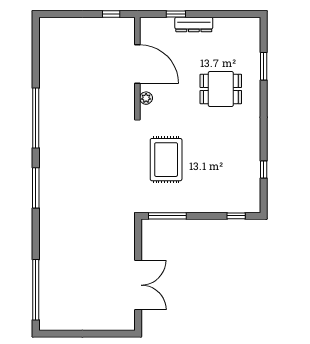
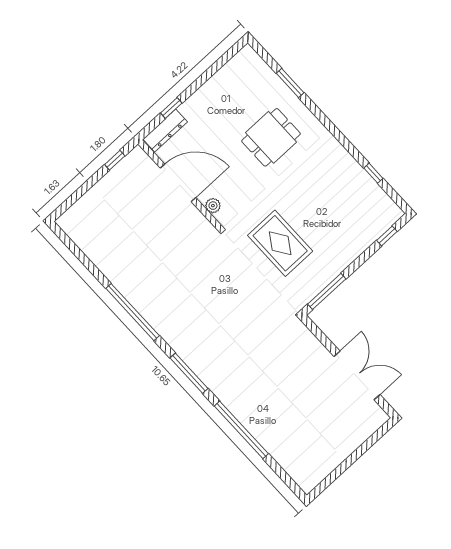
dresser: (194, 24) -> (165, 131), moved
window: (36, 290) -> (241, 430), moved

